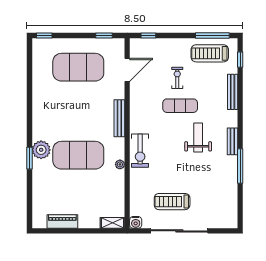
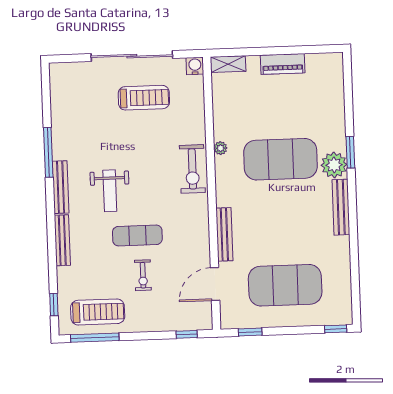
bench: (233, 92) -> (62, 240), moved
bench: (119, 118) -> (224, 234), moved
bench: (37, 120) -> (341, 207), added
bench: (232, 141) -> (61, 187), width x1.36
exercise bike: (140, 151) -> (192, 169), turned 180
piano: (62, 222) -> (283, 64), moved

